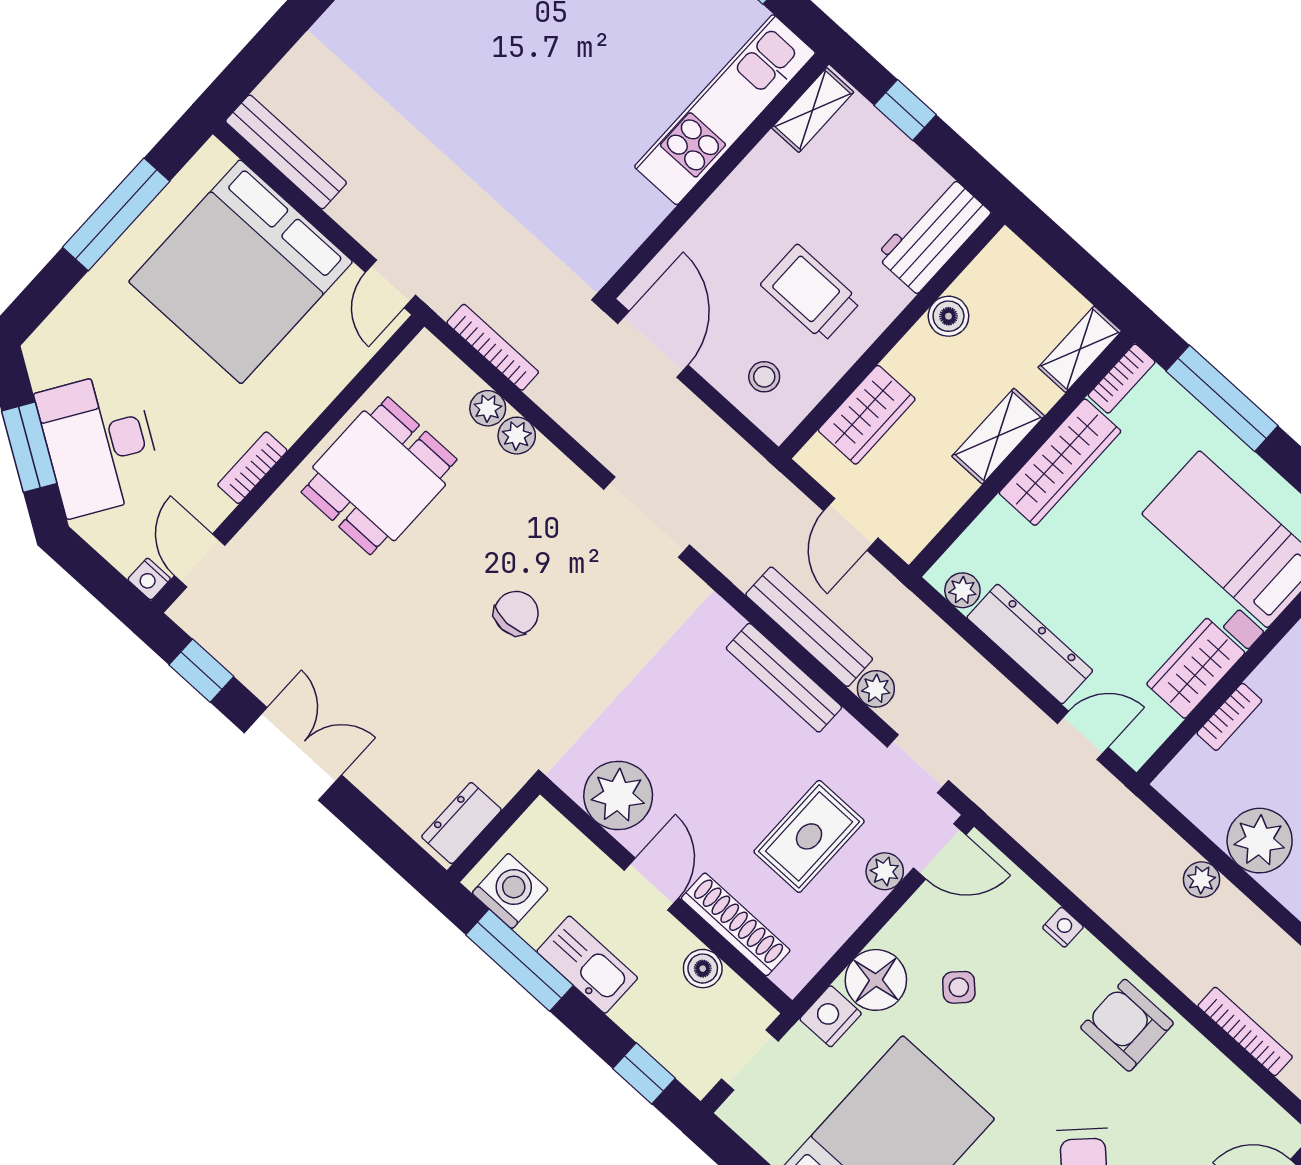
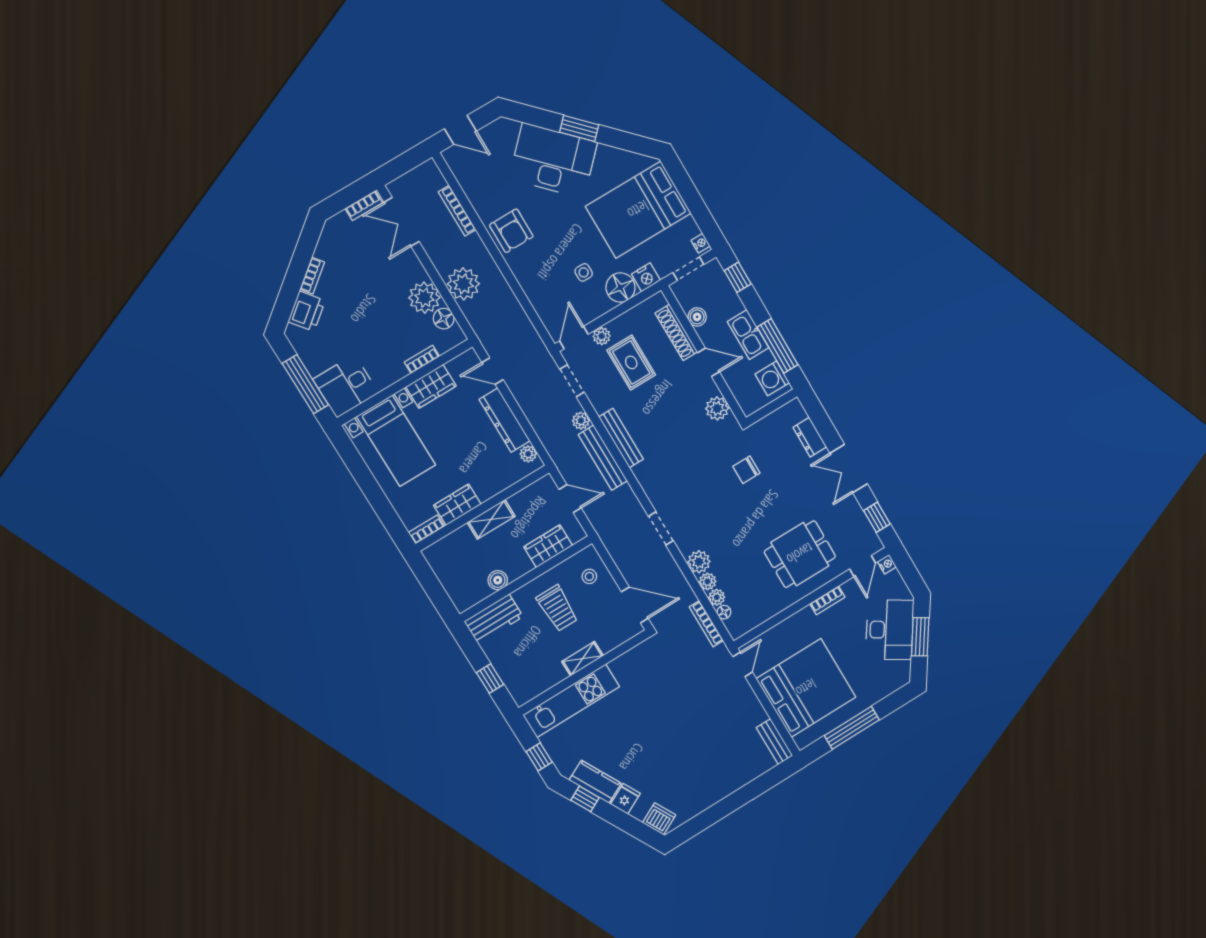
shelving: (813, 110) -> (583, 659), moved
bench: (286, 152) -> (774, 742), width x0.73
door: (653, 344) -> (635, 605), swing flipped
shelving: (1080, 349) -> (442, 548), removed
floor lamp: (463, 382) -> (724, 612), added
window: (1222, 398) -> (382, 507), removed
wardrobe: (1060, 462) -> (457, 505), width x0.67
plant: (547, 471) -> (699, 562), added
dining table: (379, 476) -> (800, 554), moved
doorway: (647, 517) -> (661, 528), width x0.73
door: (851, 524) -> (570, 499), hinge flipped
chair: (516, 613) -> (746, 470), moved
plant: (618, 795) -> (717, 408), width x0.73, depth x0.73
floor lamp: (1210, 811) -> (444, 319), added
dresser: (461, 823) -> (810, 437), moved, turned 90
rug: (809, 836) -> (631, 362), turned 90
door: (940, 851) -> (574, 338), hinge flipped
plant: (1202, 880) -> (463, 284), width x1.87, depth x1.87
door: (651, 884) -> (708, 362), swing flipped
nightstand: (1063, 927) -> (700, 243), moved, turned 180
side table: (959, 987) -> (584, 272), turned 45

